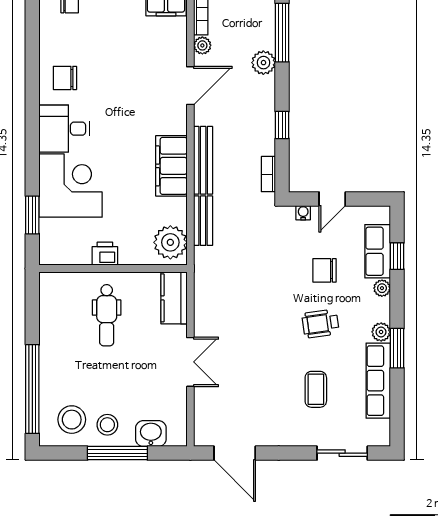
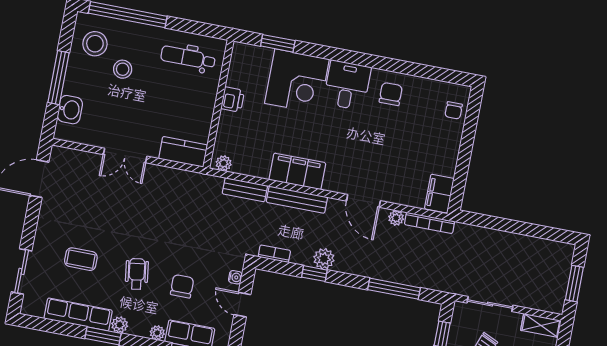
plant: (263, 63) -> (324, 259), moved
plant: (170, 242) -> (224, 163), width x0.53, depth x0.53
dental chair: (107, 315) -> (188, 58), moved
stool: (107, 425) -> (123, 69), moved

